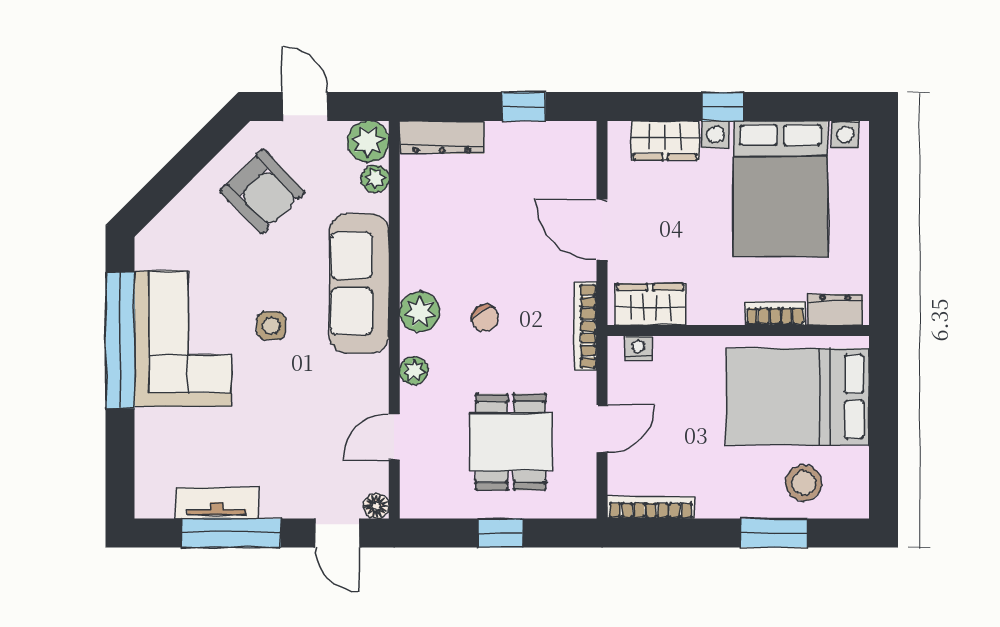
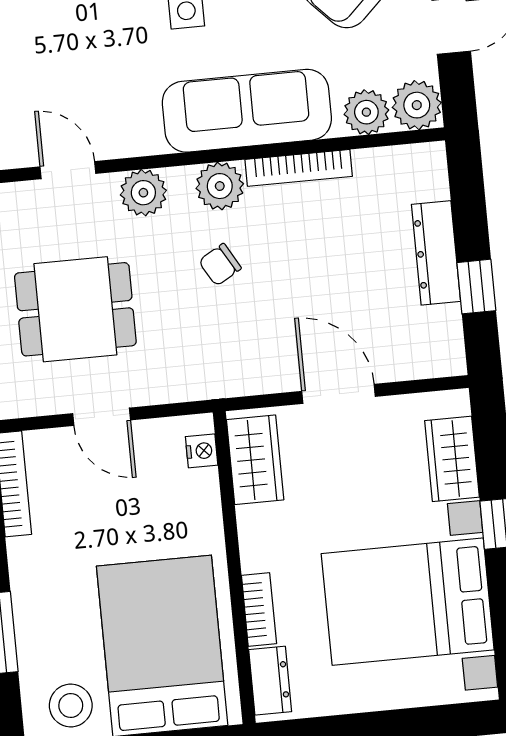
dresser: (442, 137) -> (436, 253), moved
plant: (375, 179) -> (366, 112), width x1.38, depth x1.38
door: (602, 230) -> (339, 394), hinge flipped
bookcase: (585, 326) -> (299, 168), moved, turned 180
plant: (414, 371) -> (143, 193), width x1.38, depth x1.38
stool: (804, 483) -> (71, 705), moved

